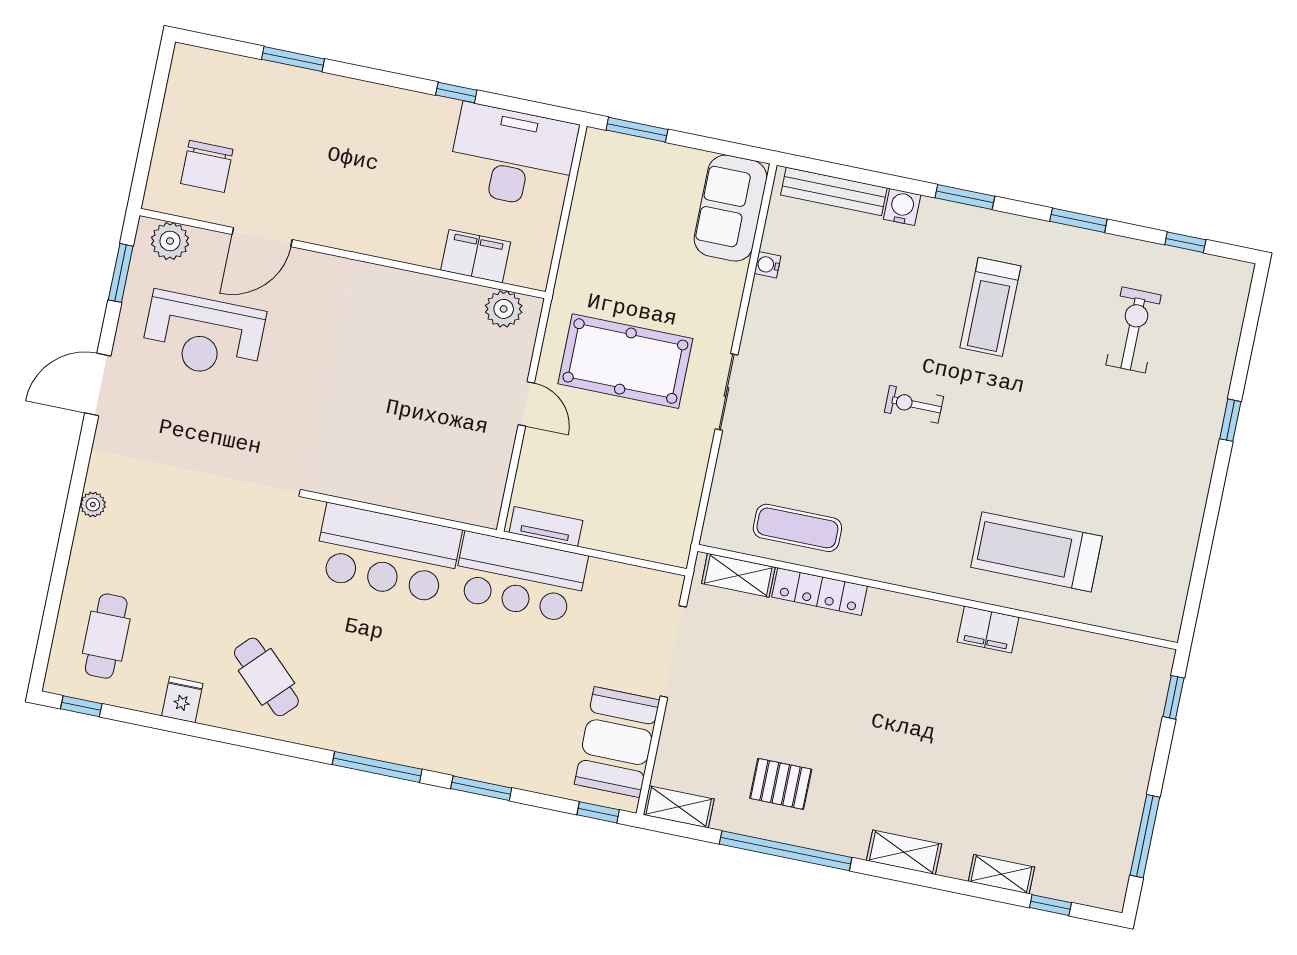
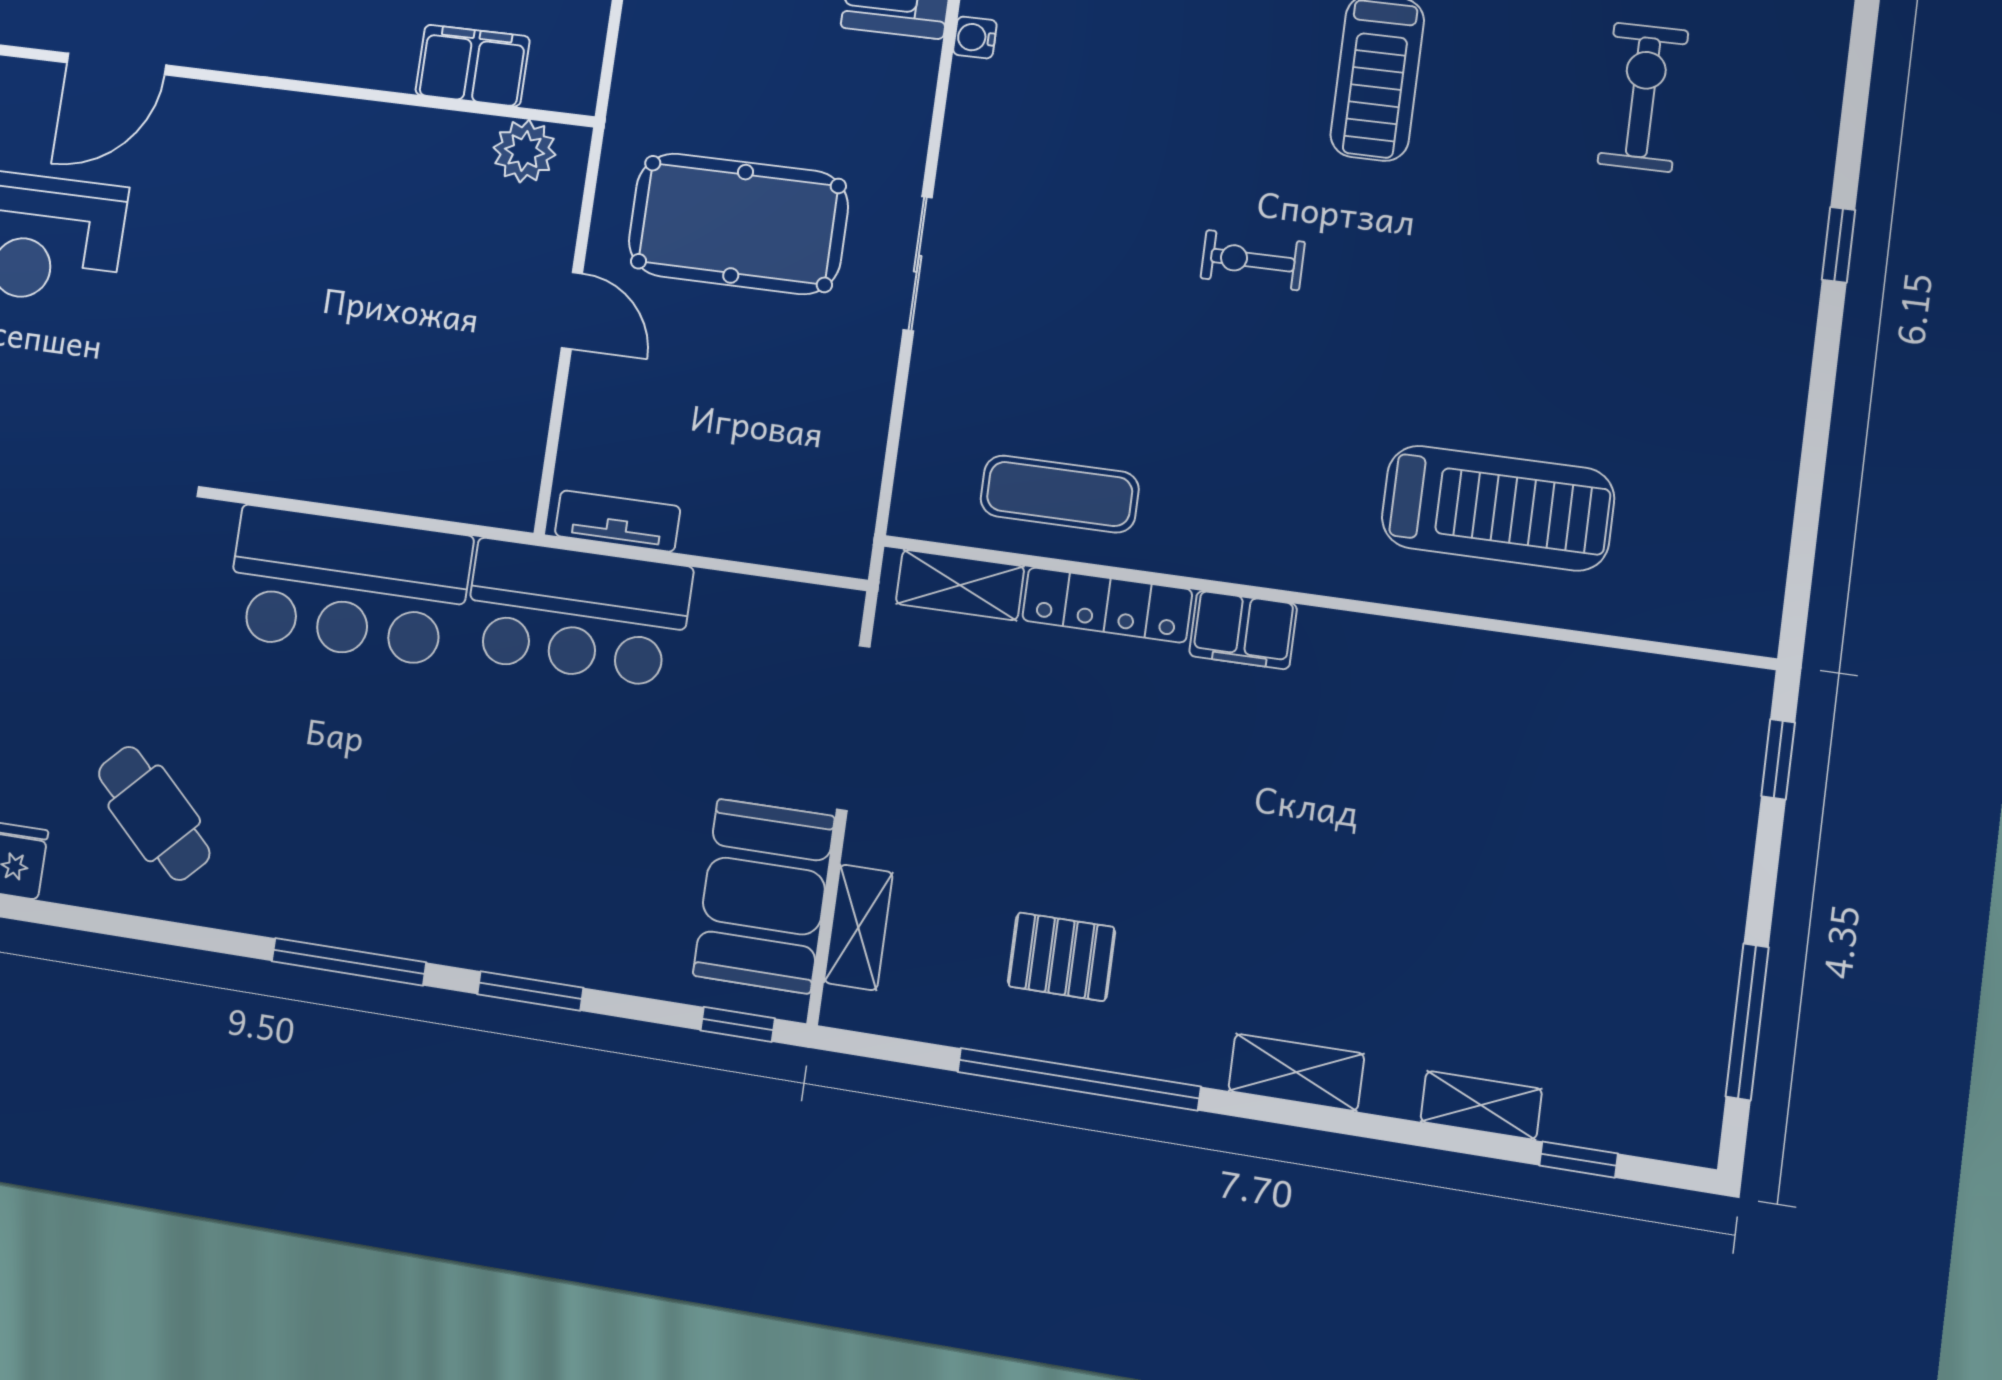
treadmill: (1037, 552) -> (1498, 508), turned 180
filing cabinet: (988, 630) -> (1243, 630), moved
shelving: (679, 807) -> (858, 927), moved, turned 90

